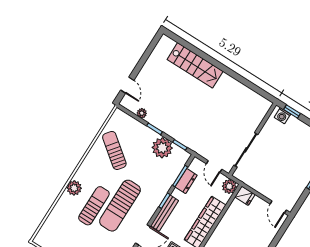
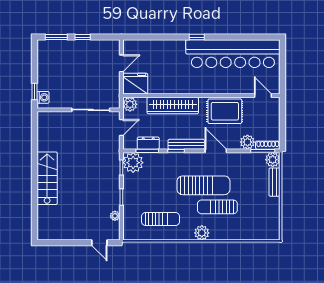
stairs: (195, 65) -> (47, 178), moved
door: (127, 85) -> (99, 243), swing flipped
plant: (162, 148) -> (133, 163), moved
sun lounger: (114, 150) -> (160, 219), turned -128
plant: (74, 188) -> (202, 233), moved
fridge: (245, 196) -> (135, 84), width x1.88, depth x1.34
door: (278, 207) -> (121, 63), moved

